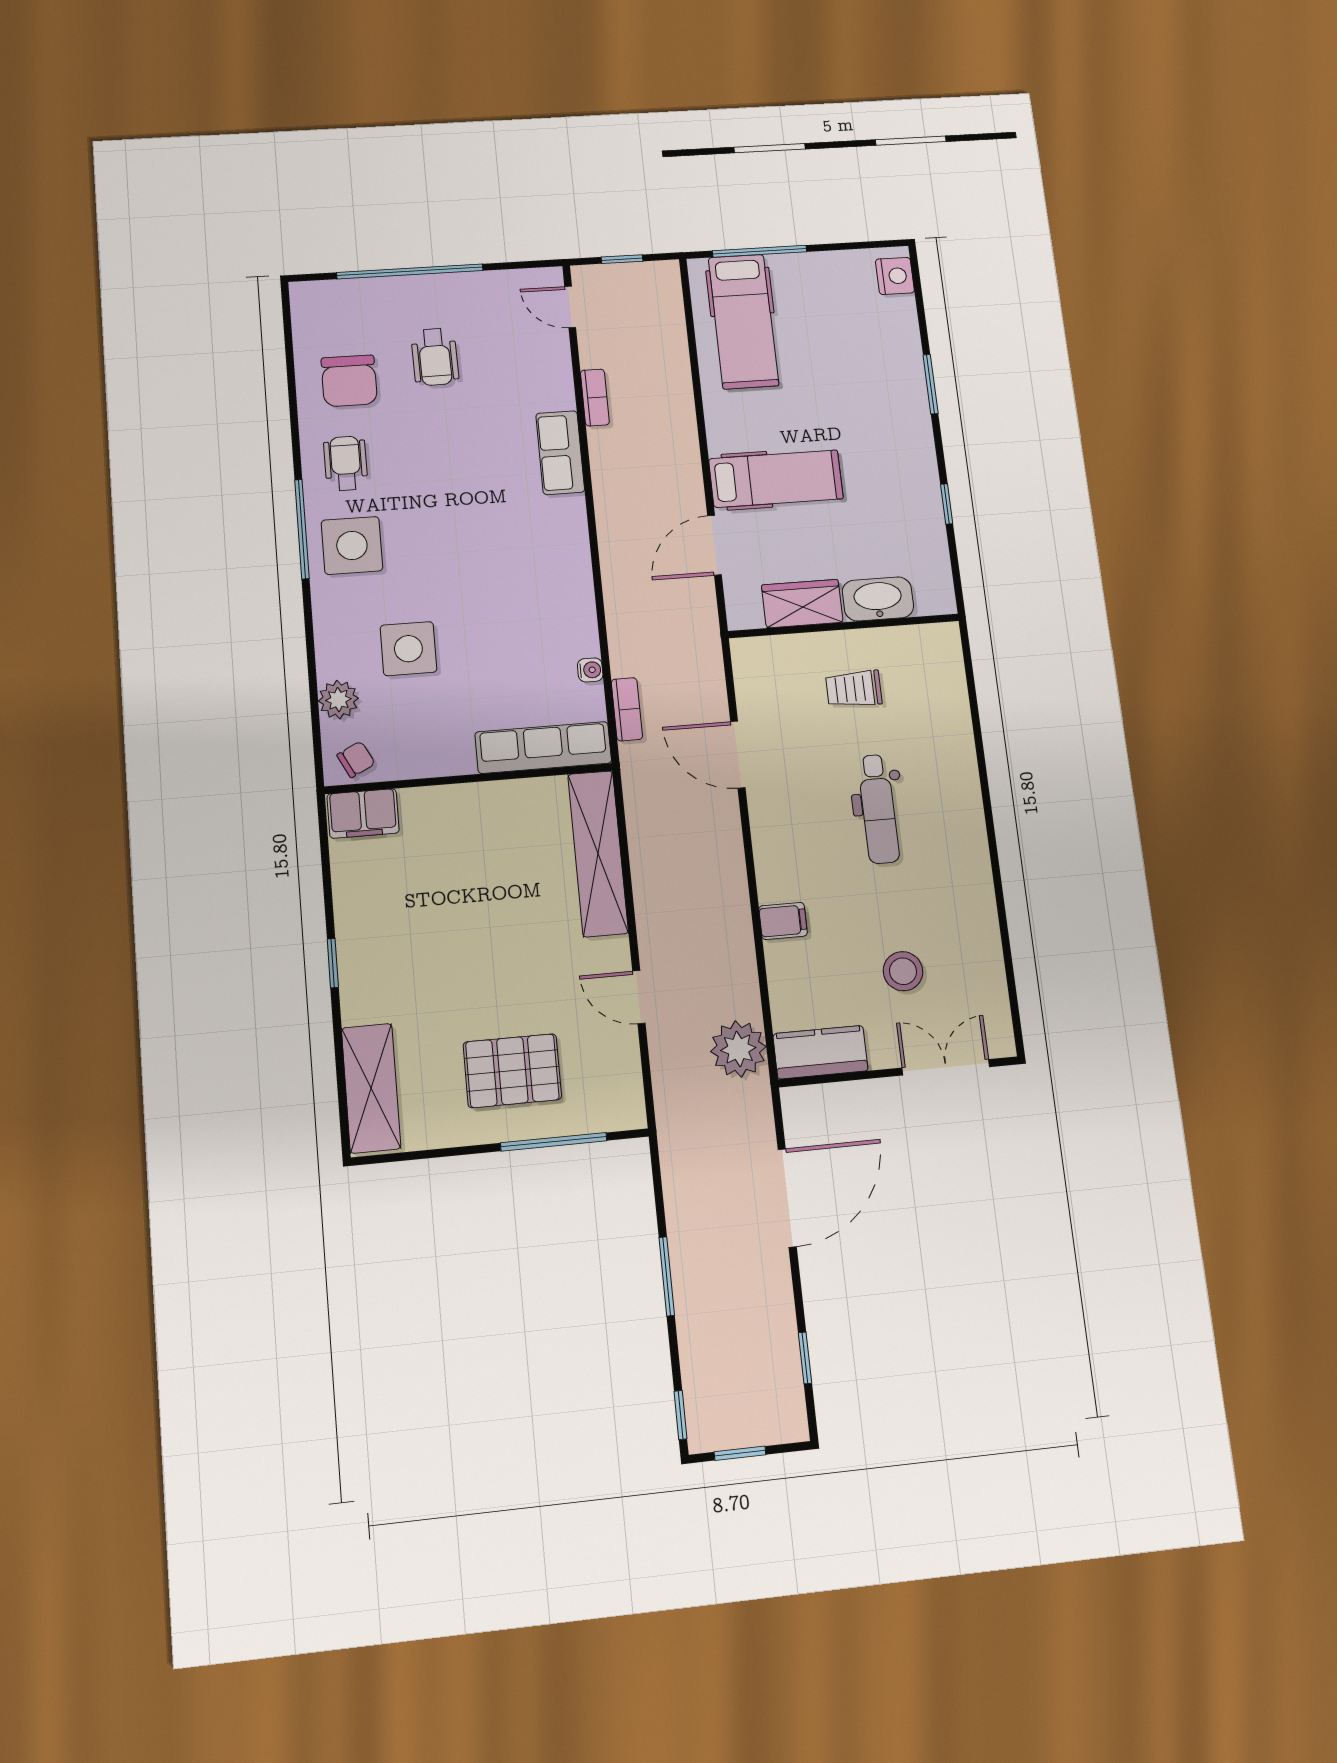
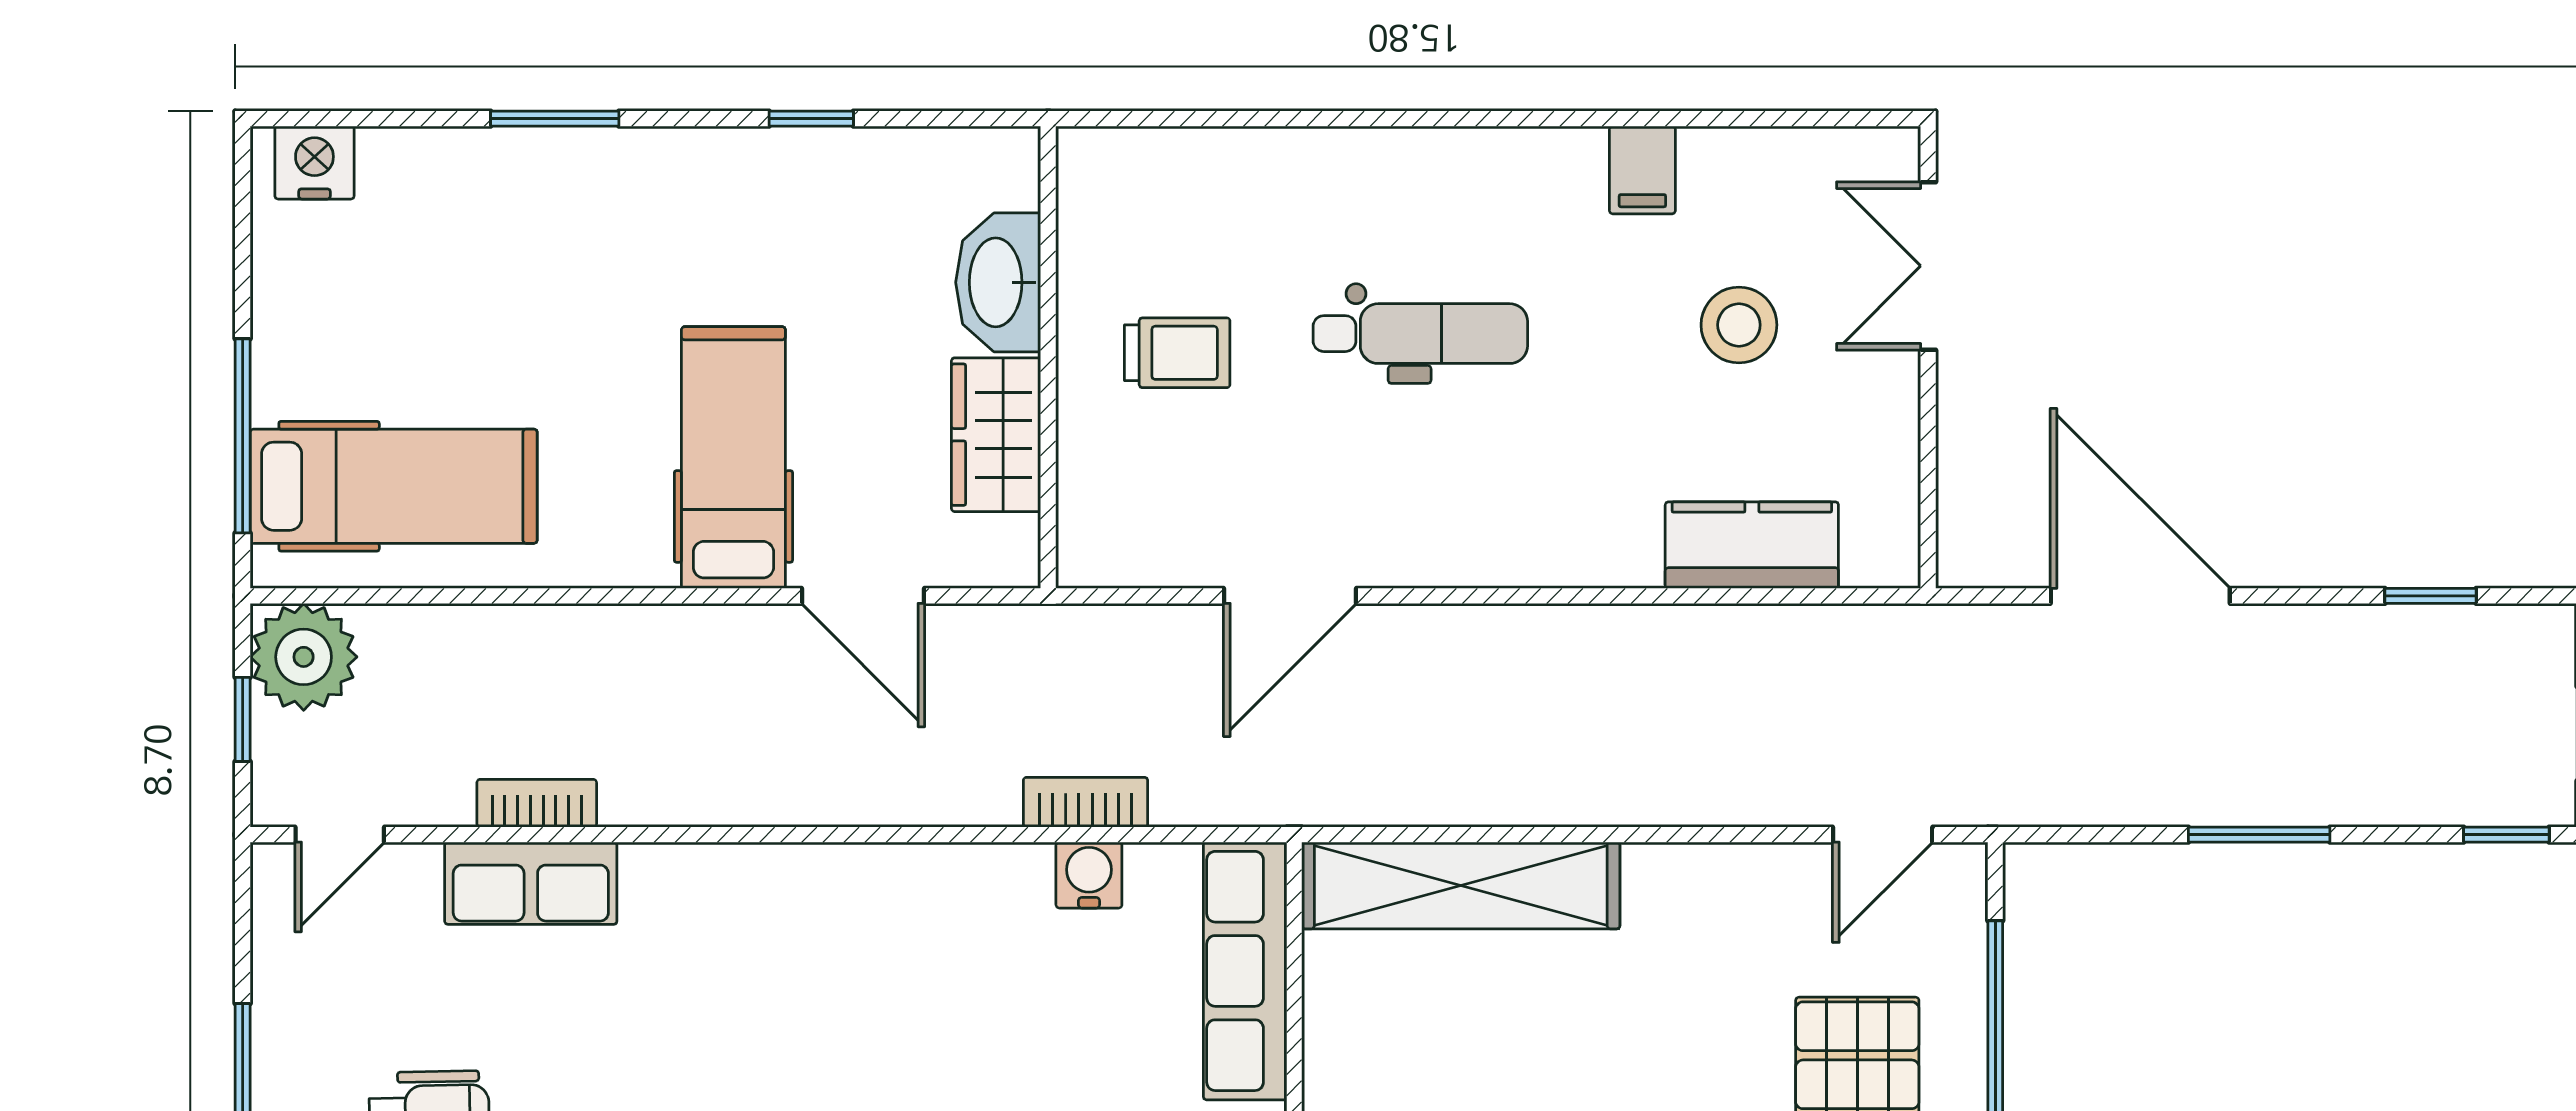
row of seats: (560, 453) -> (531, 883), moved
water cooler: (590, 670) -> (1089, 875), width x1.38, depth x1.38
trolley: (854, 689) -> (1177, 353), turned -90
bookcase: (627, 709) -> (1086, 802), moved
filing cabinet: (783, 921) -> (1642, 170), moved, turned 180
door: (639, 997) -> (1883, 835), moved
plant: (738, 1049) -> (304, 657), moved
kitchen counter: (820, 1052) -> (1752, 545), moved, turned 90

